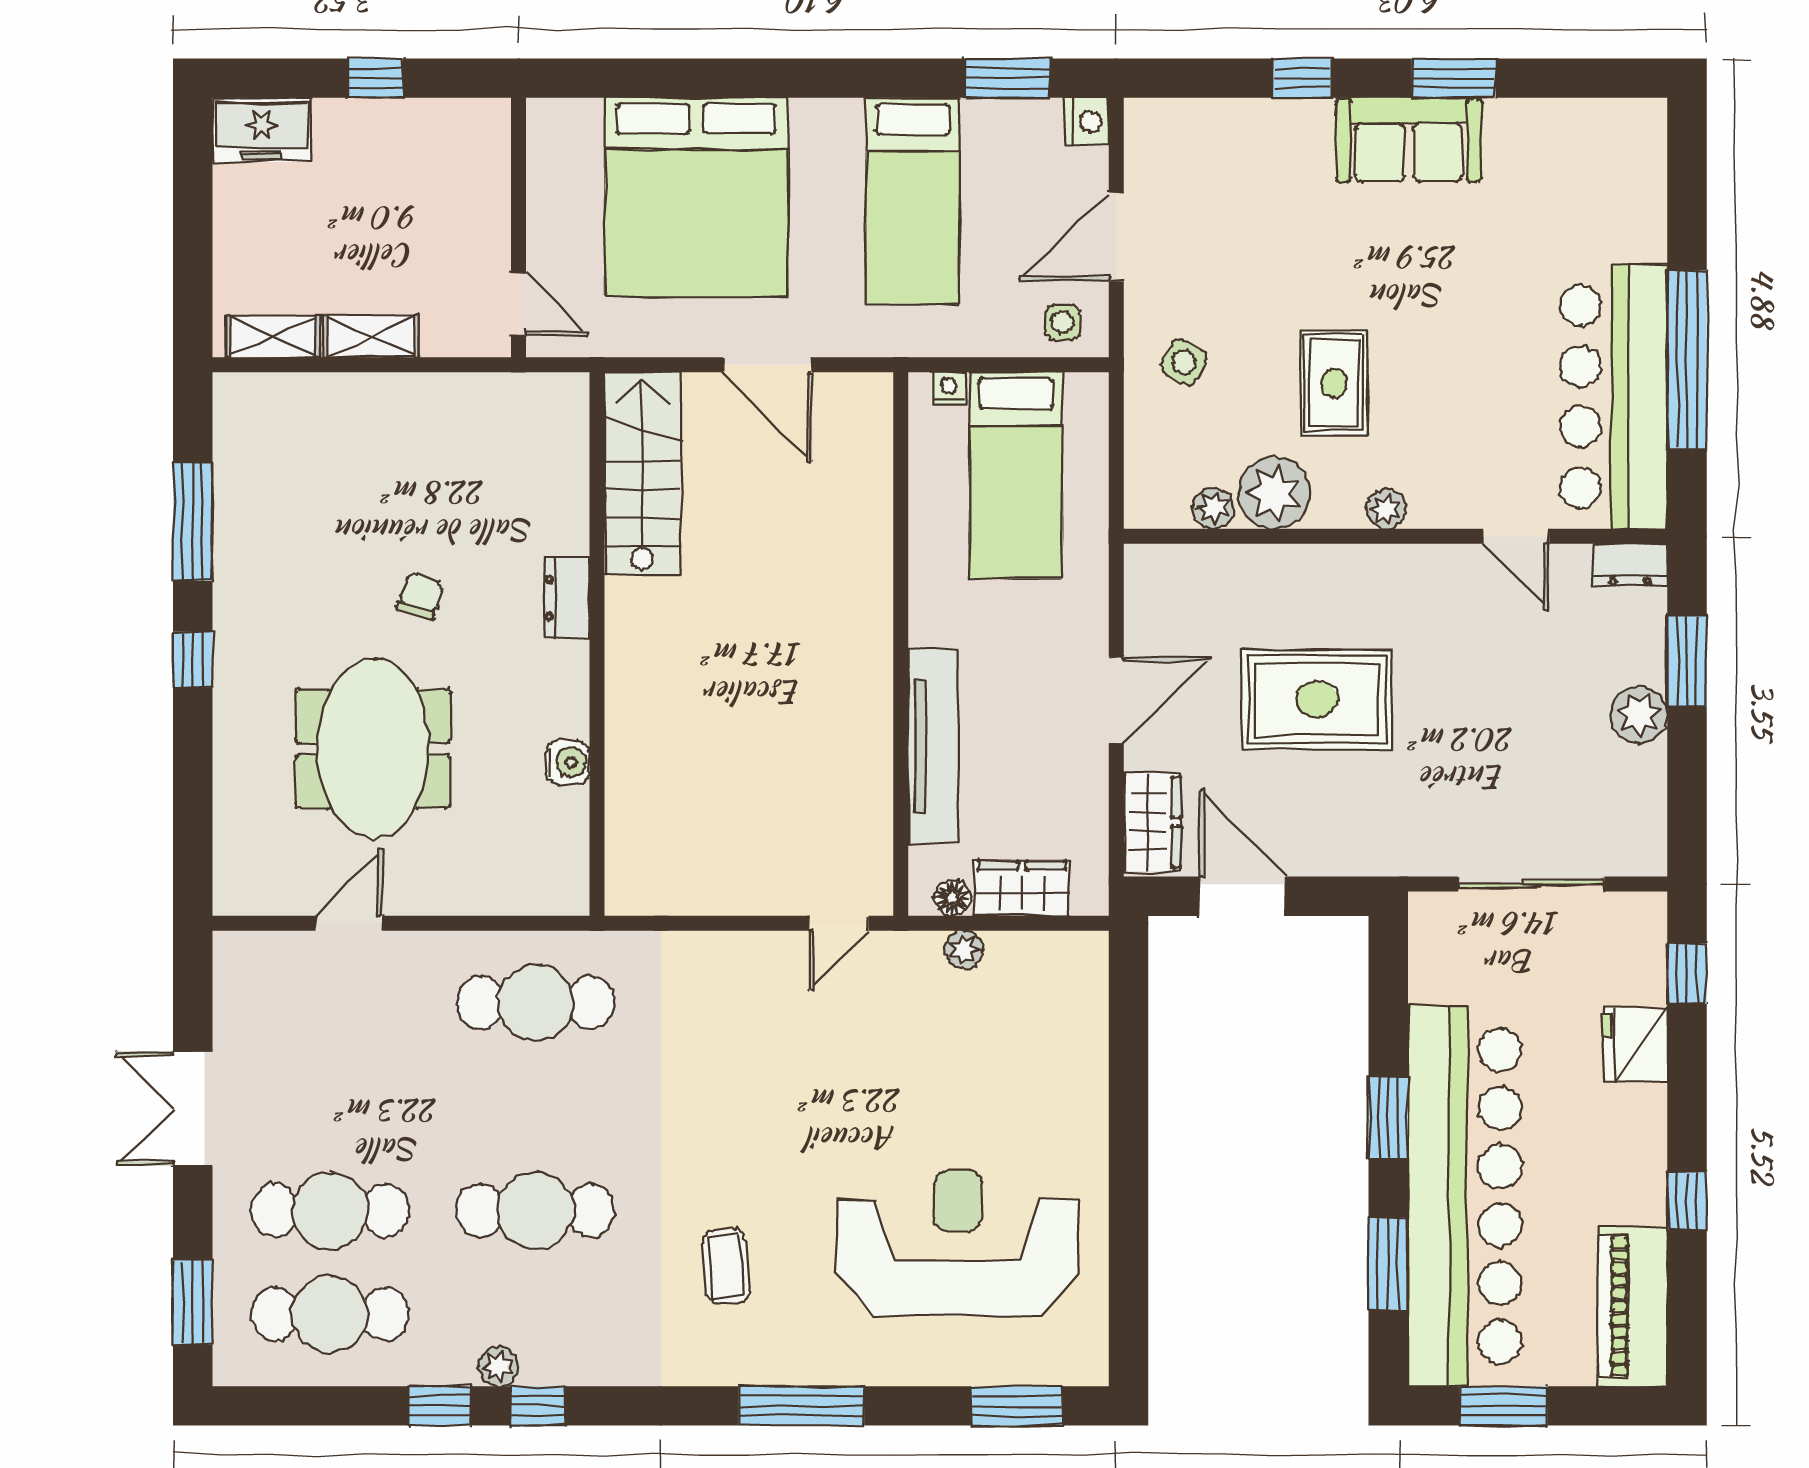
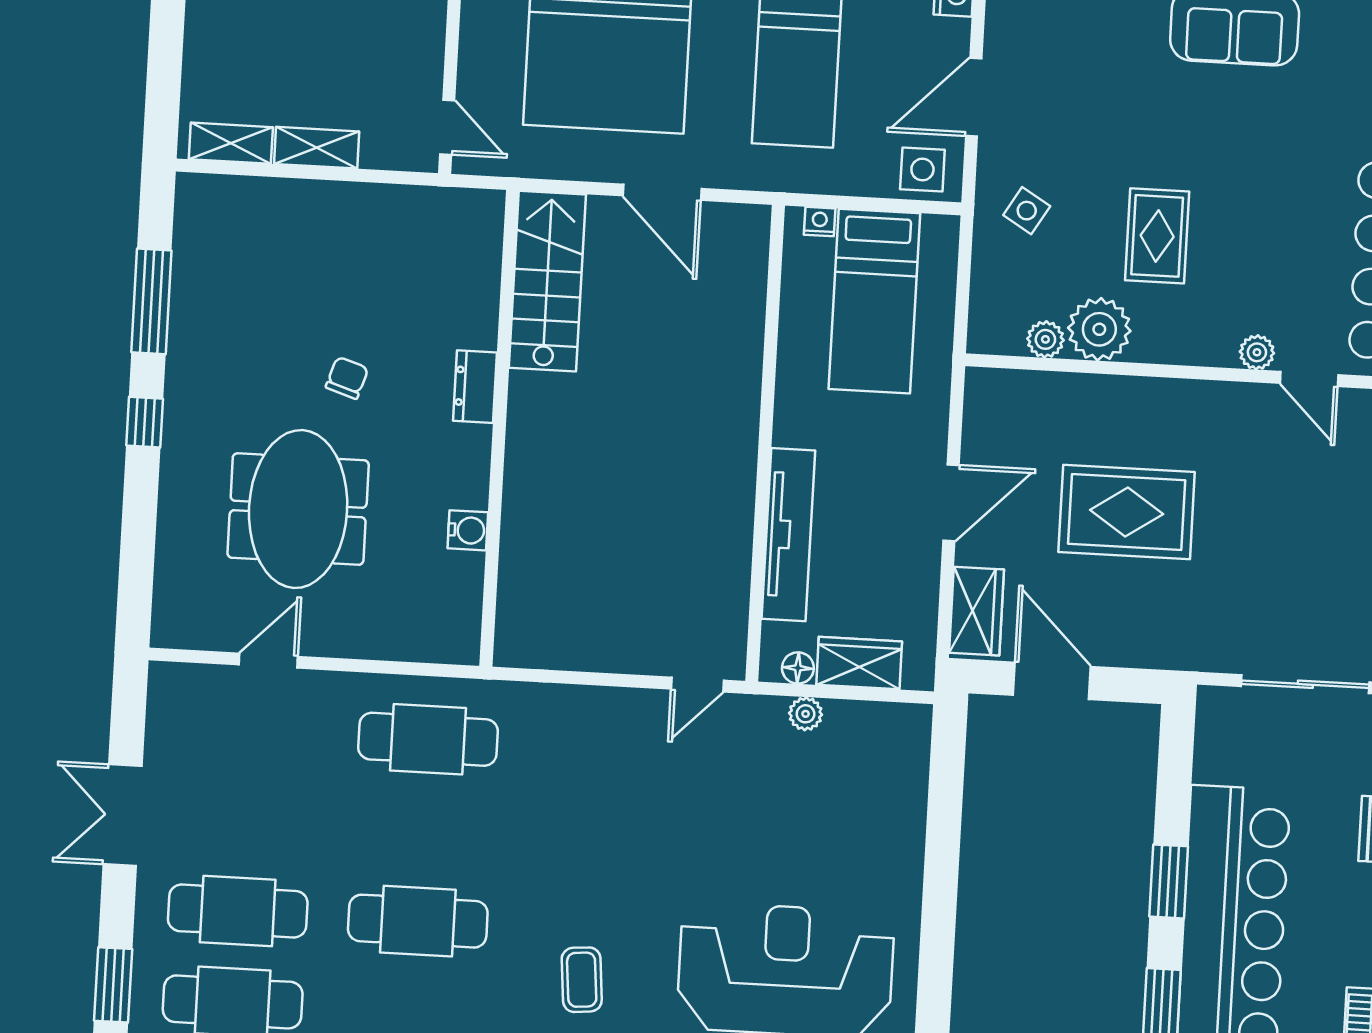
side table: (1063, 322) -> (922, 170), width x1.37, depth x1.37
plant: (1386, 509) -> (1257, 352), moved

